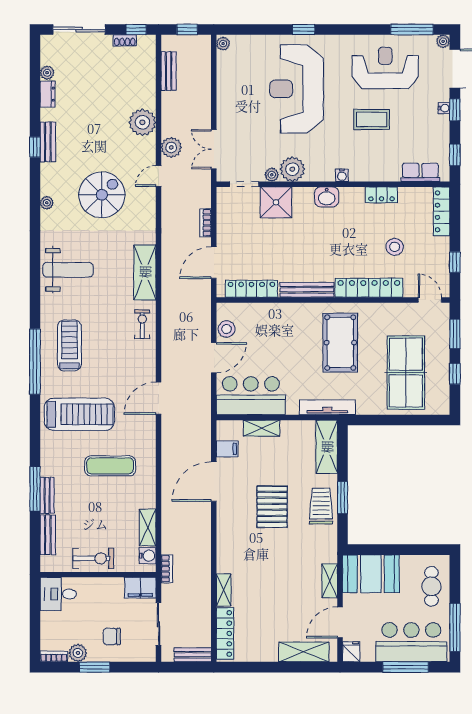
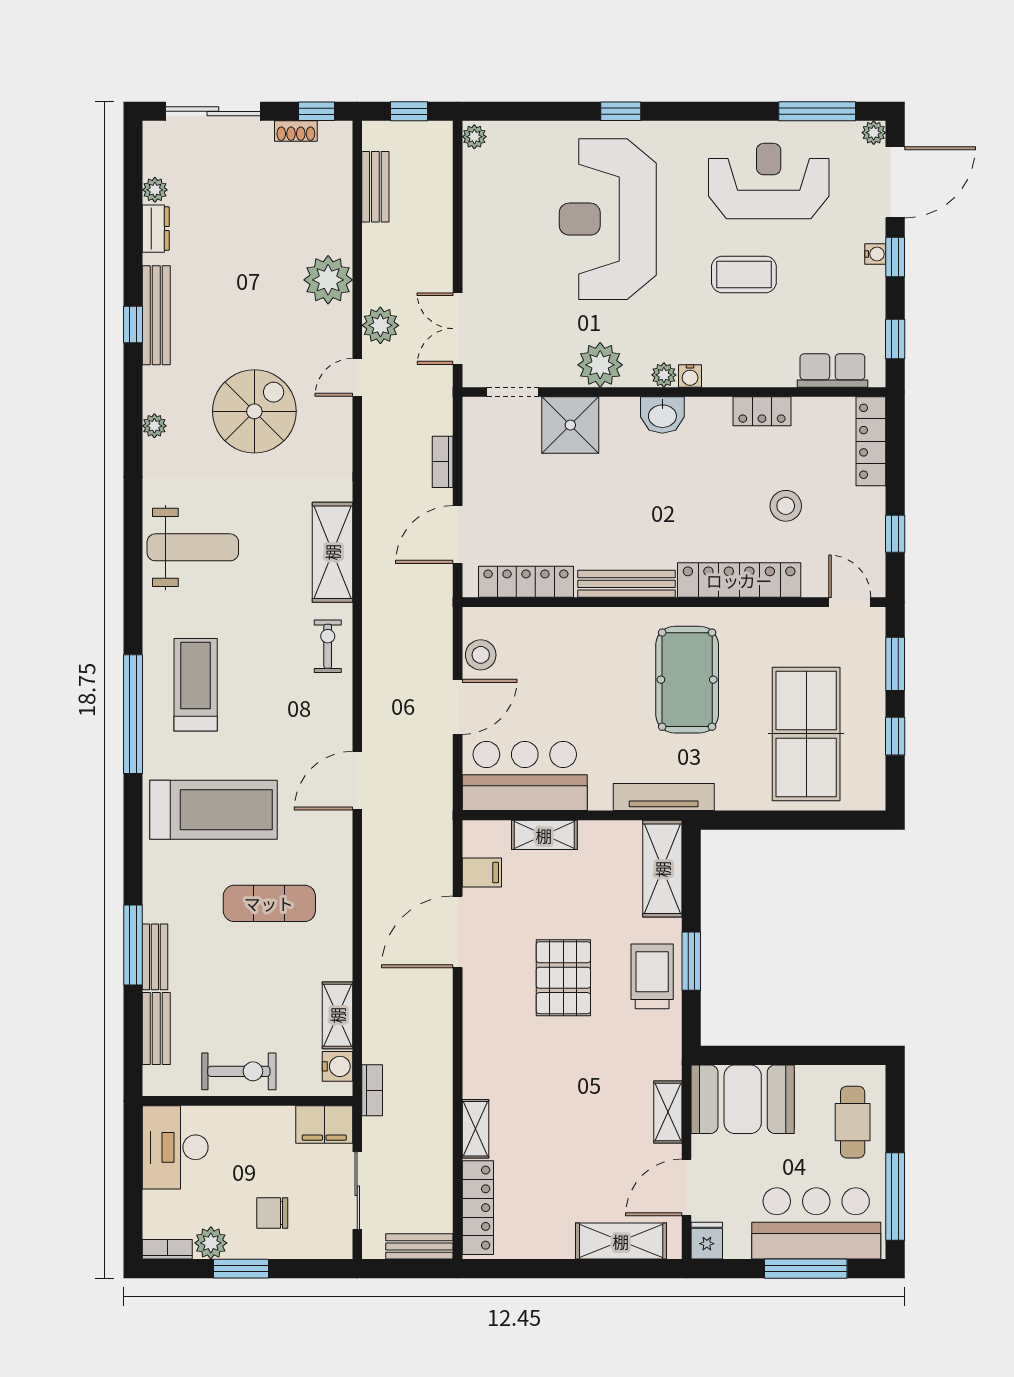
bench: (48, 142) -> (156, 315), width x1.36
plant: (272, 175) -> (664, 375), moved
desk: (58, 594) -> (175, 1147), width x1.37

